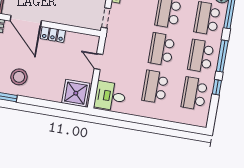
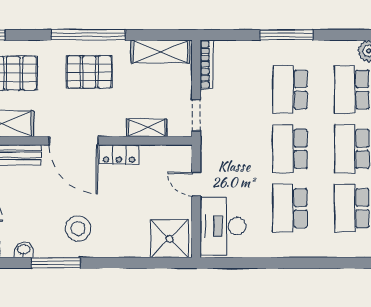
shelving: (73, 20) -> (147, 128), added
desk: (110, 96) -> (223, 226), width x1.37

